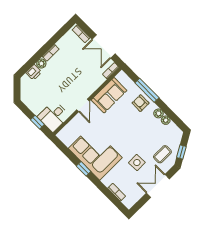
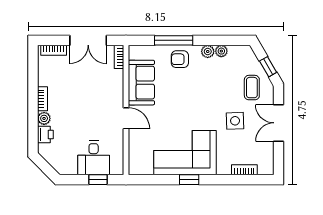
desk: (54, 116) -> (94, 158), moved

